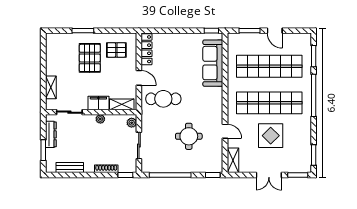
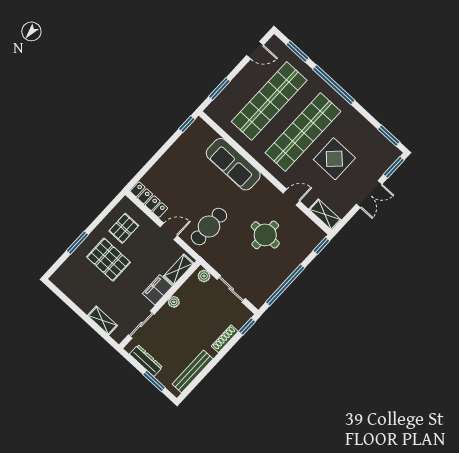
door: (275, 31) -> (255, 50), moved
sofa: (213, 63) -> (233, 164), moved
bench: (70, 168) -> (193, 371), width x1.36

